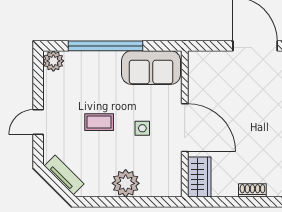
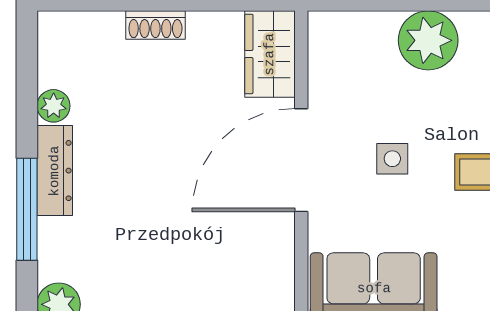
door: (185, 128) -> (301, 160), hinge flipped

